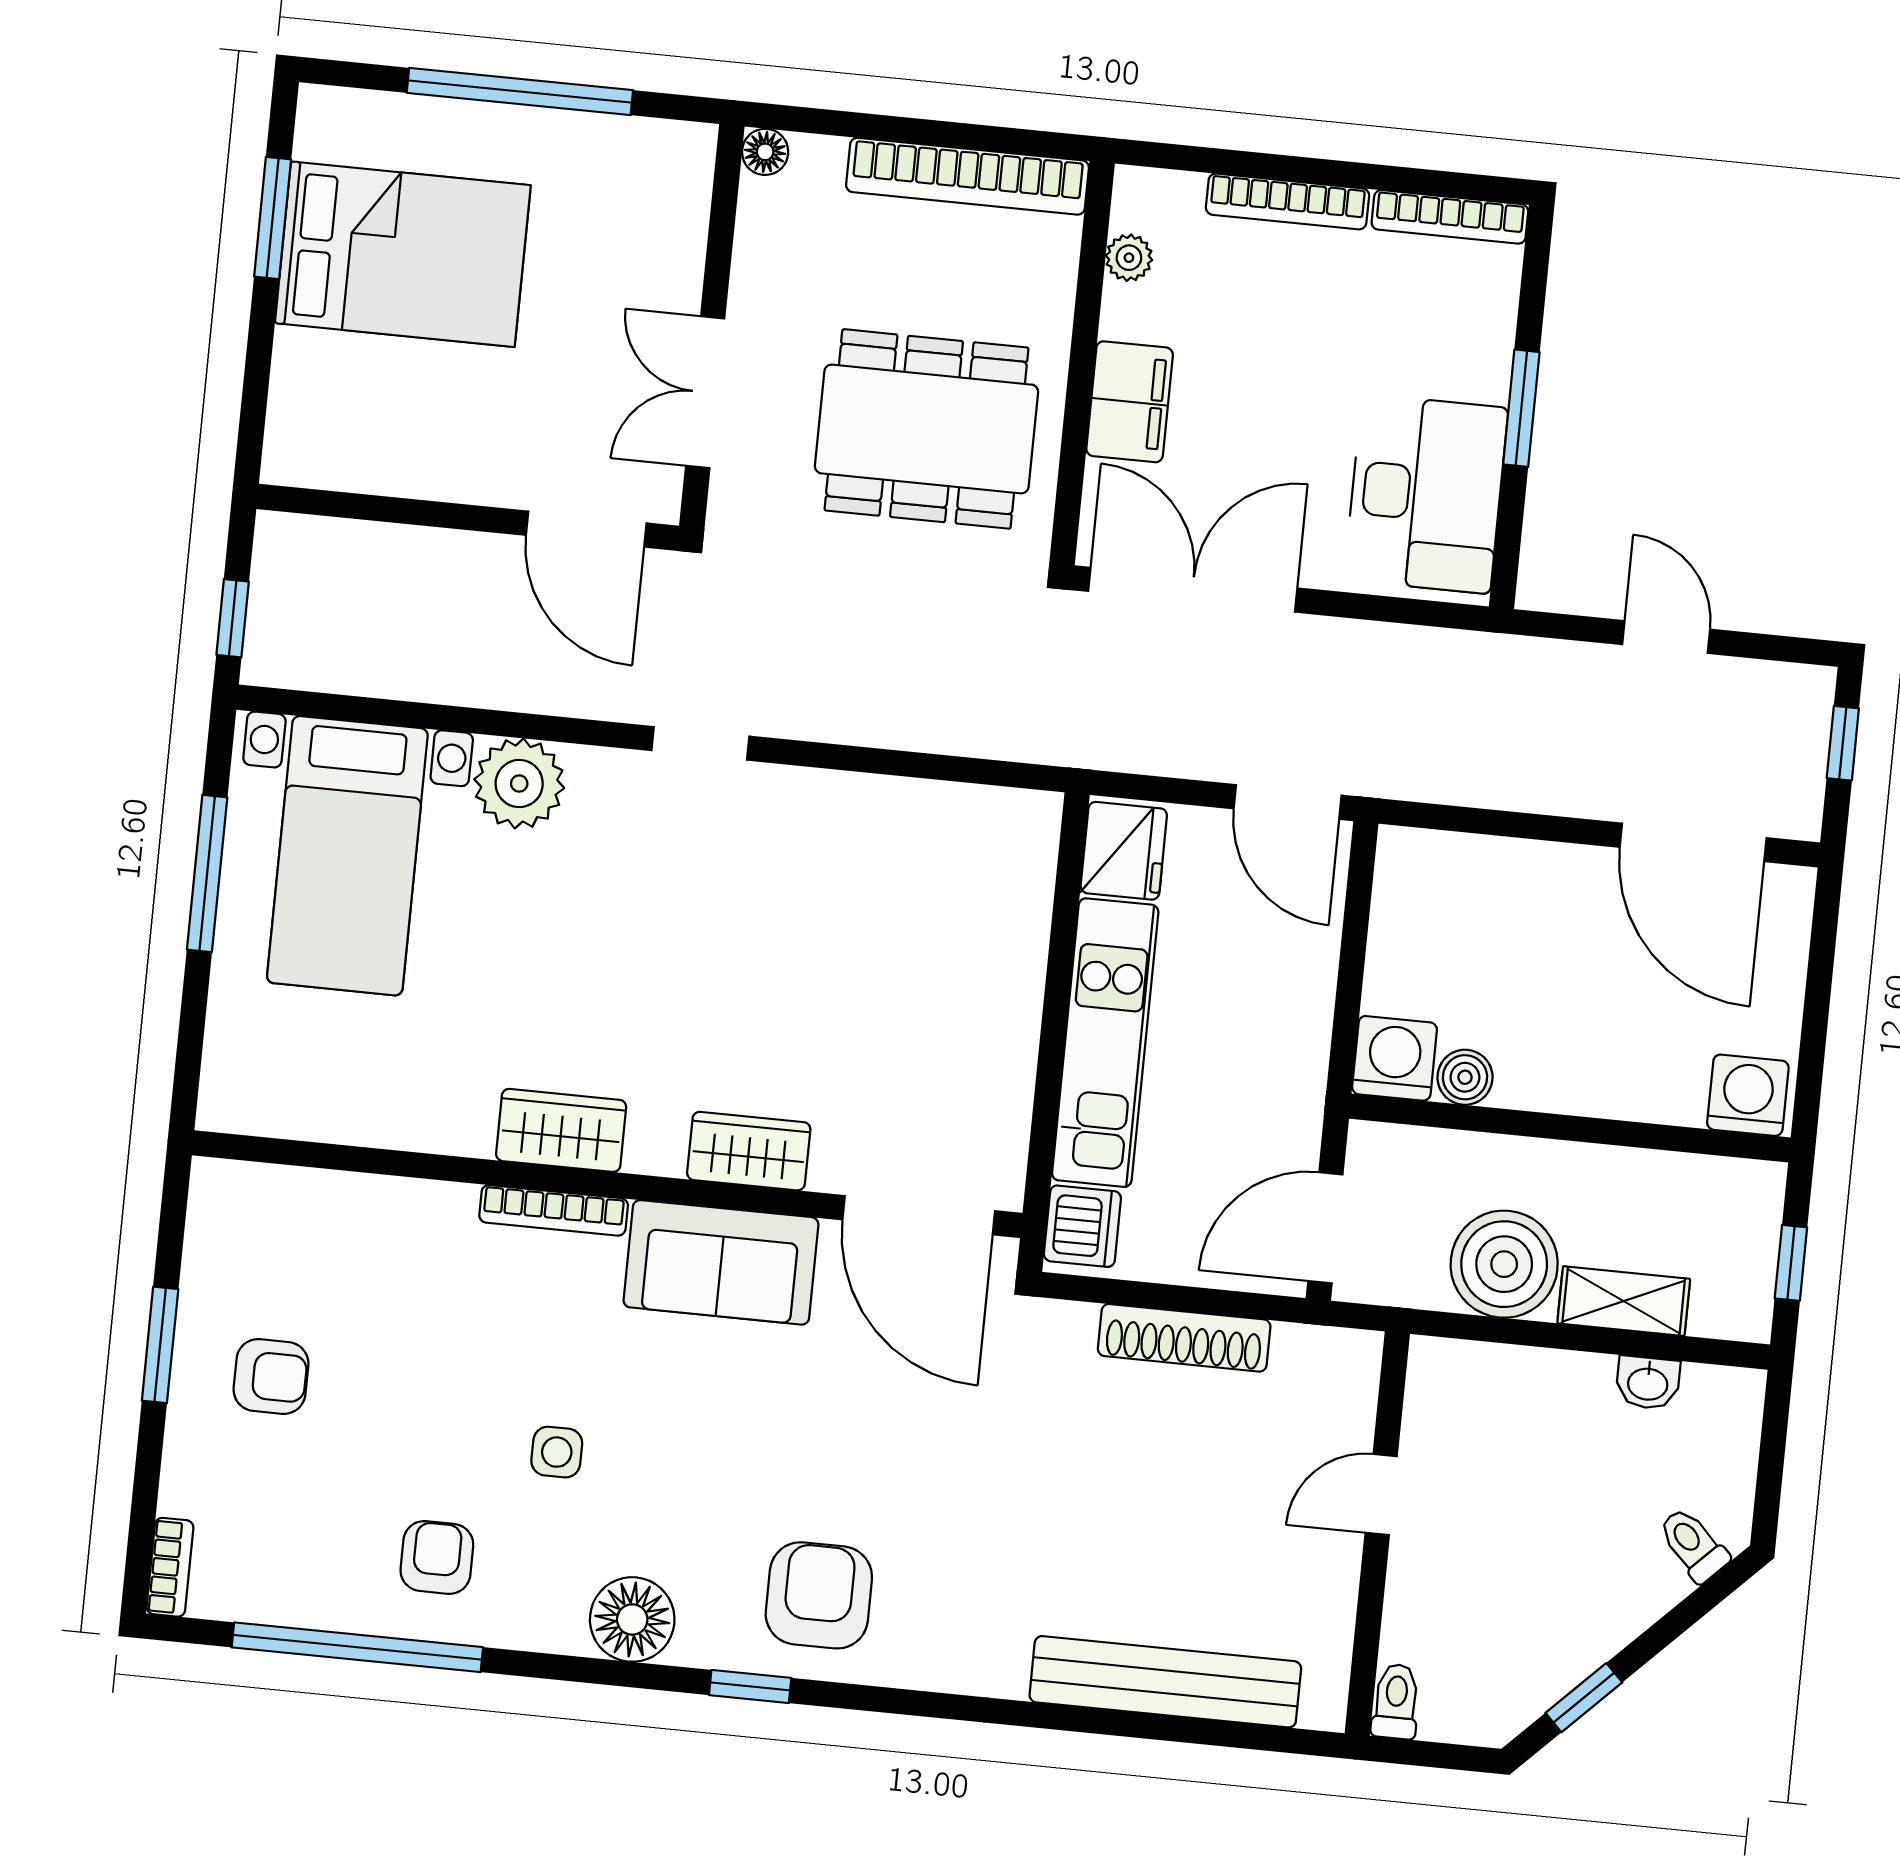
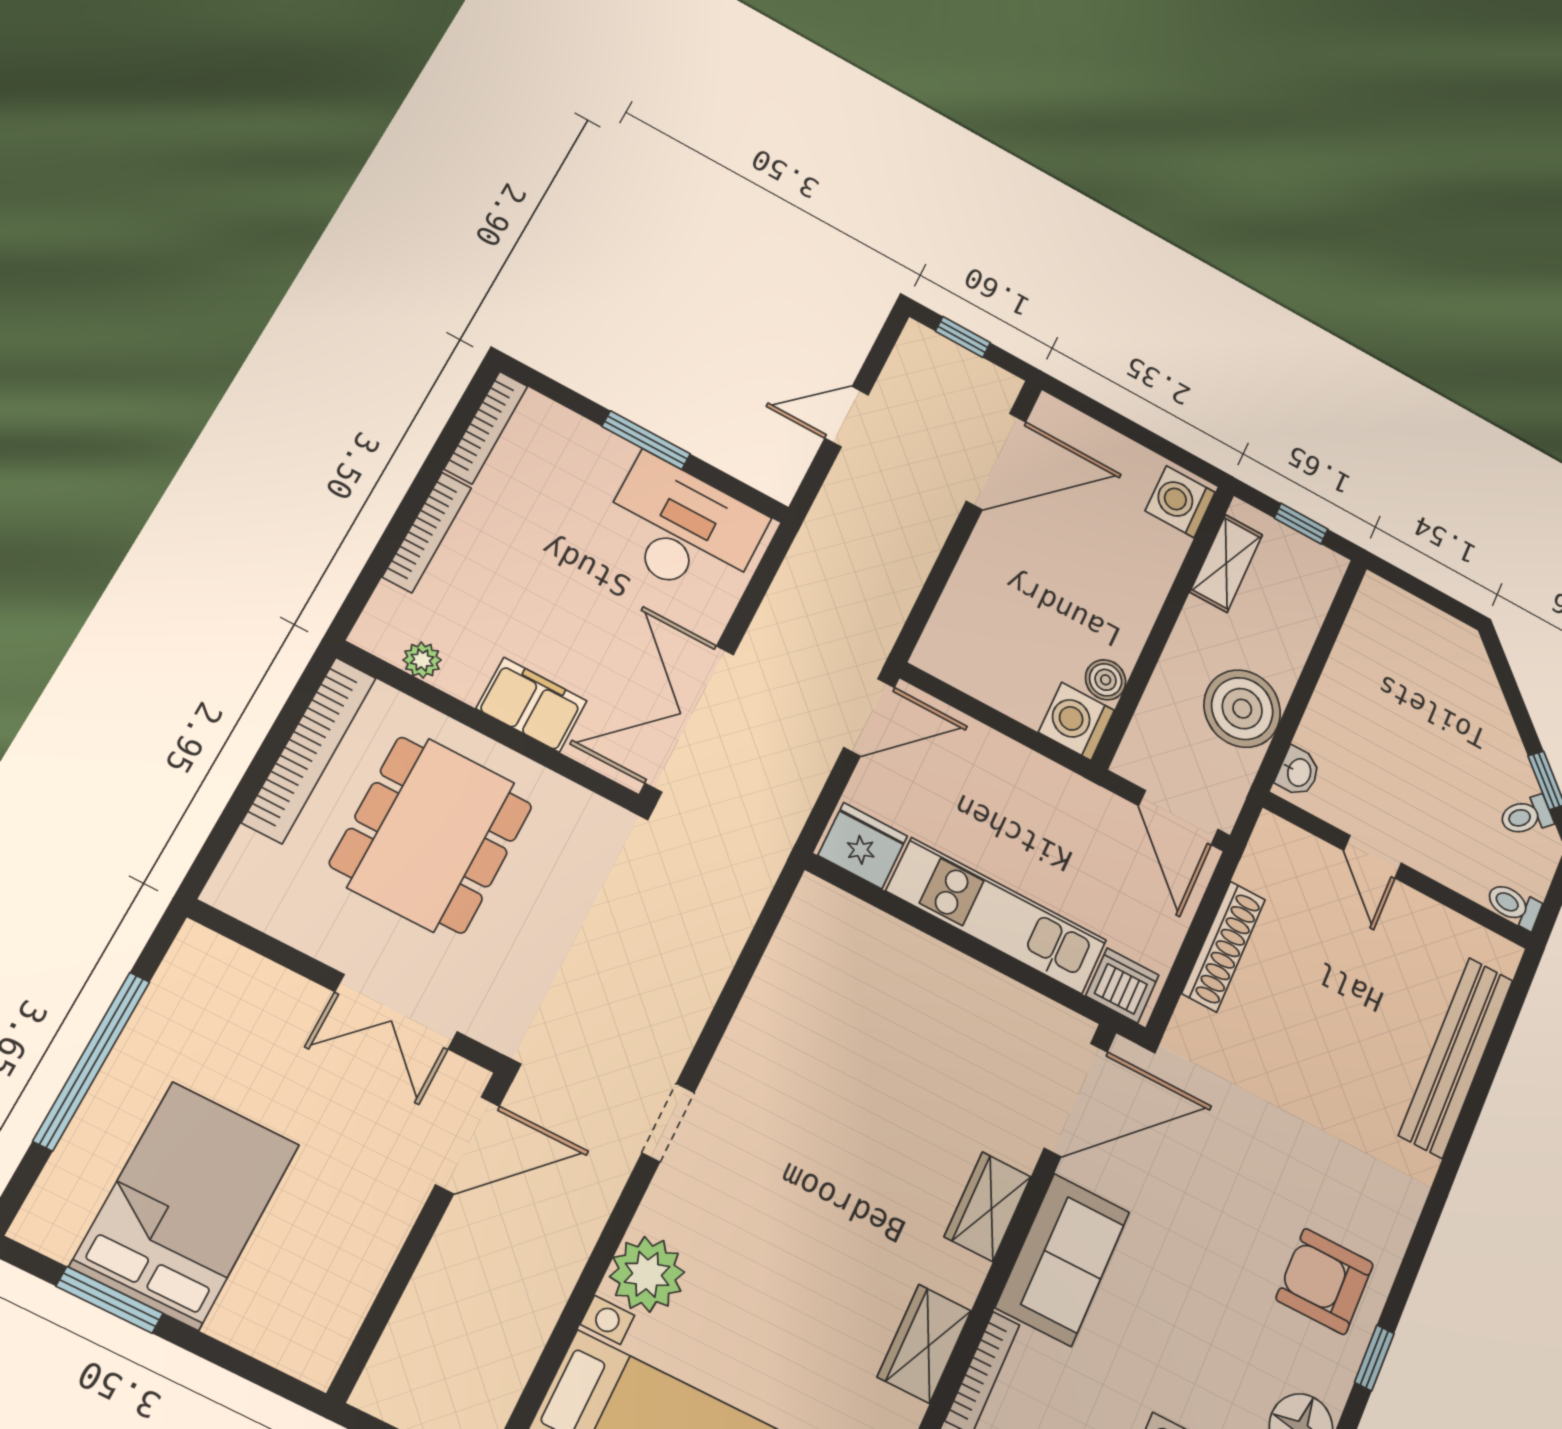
floor lamp: (765, 152) -> (224, 891), removed
dining table: (926, 429) -> (431, 835), moved
shelving: (1624, 1301) -> (1226, 563), moved
washbasin: (1648, 1383) -> (1298, 772), moved
toilet: (1693, 1545) -> (1526, 816), moved

